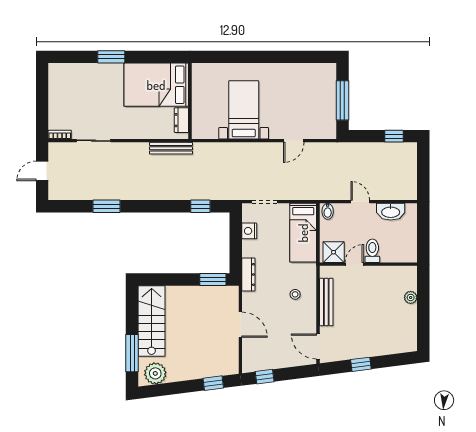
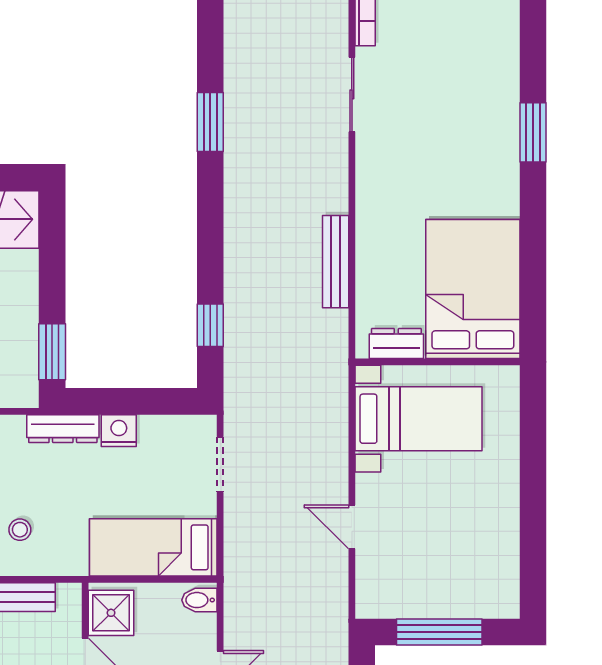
bed: (156, 85) -> (473, 289), moved
wall: (190, 101) -> (438, 362), moved
dresser: (181, 120) -> (396, 343), moved
nightstand: (249, 231) -> (119, 431), moved

